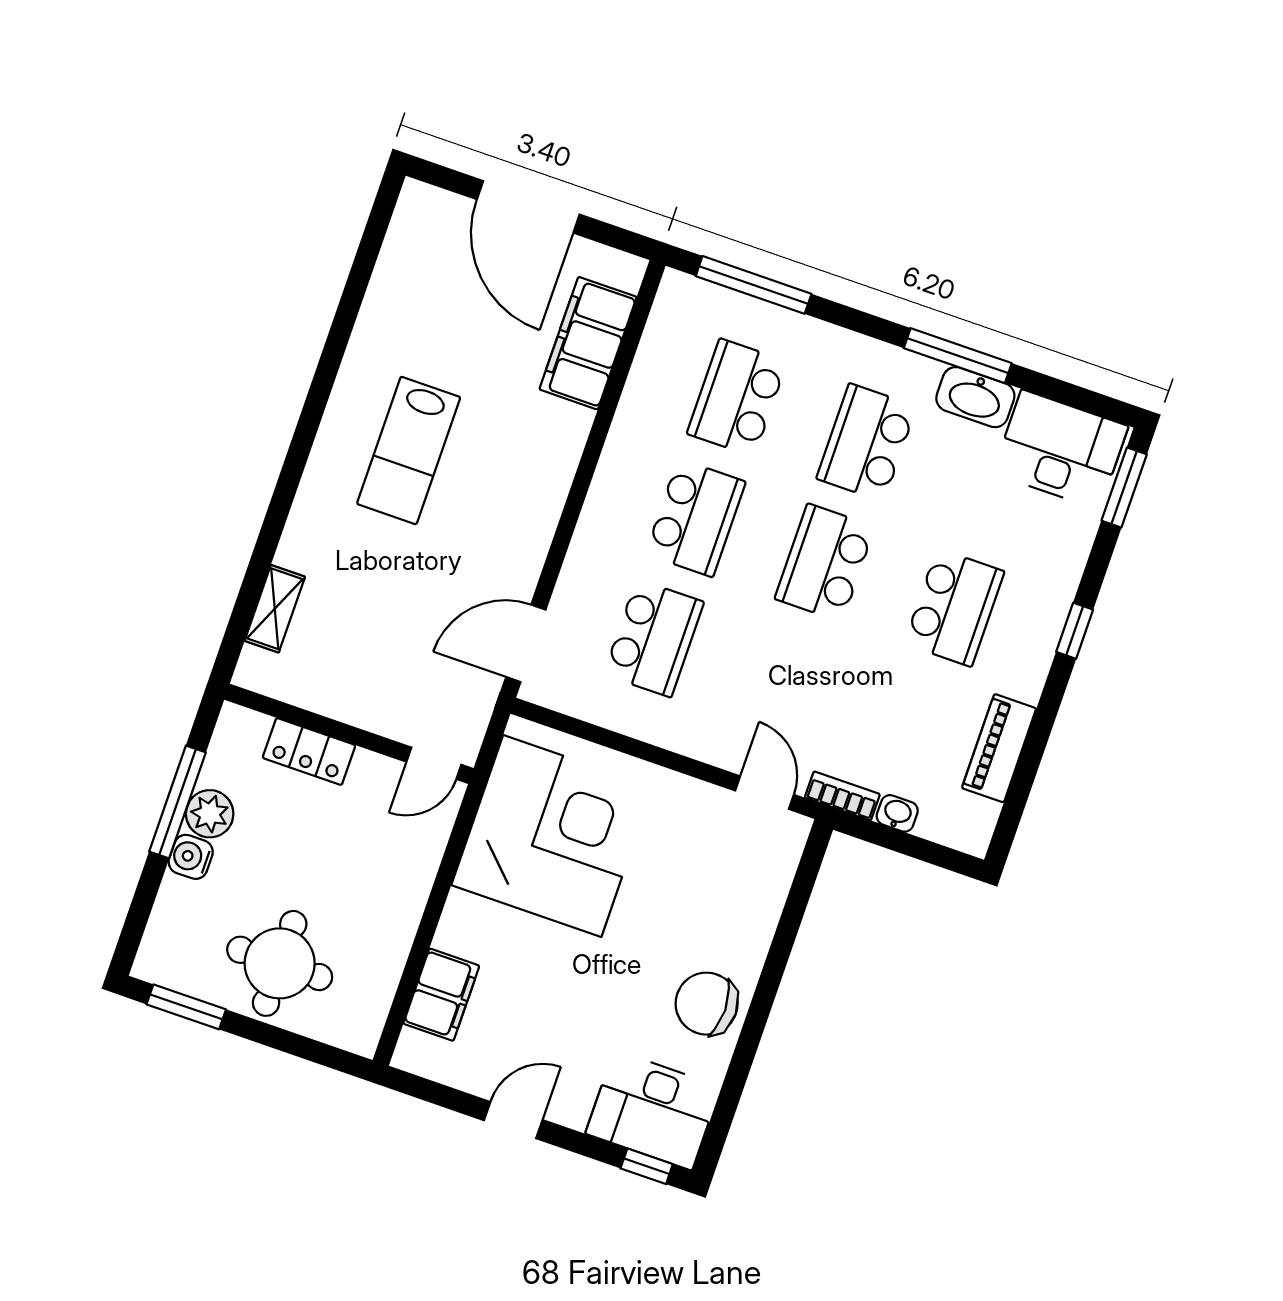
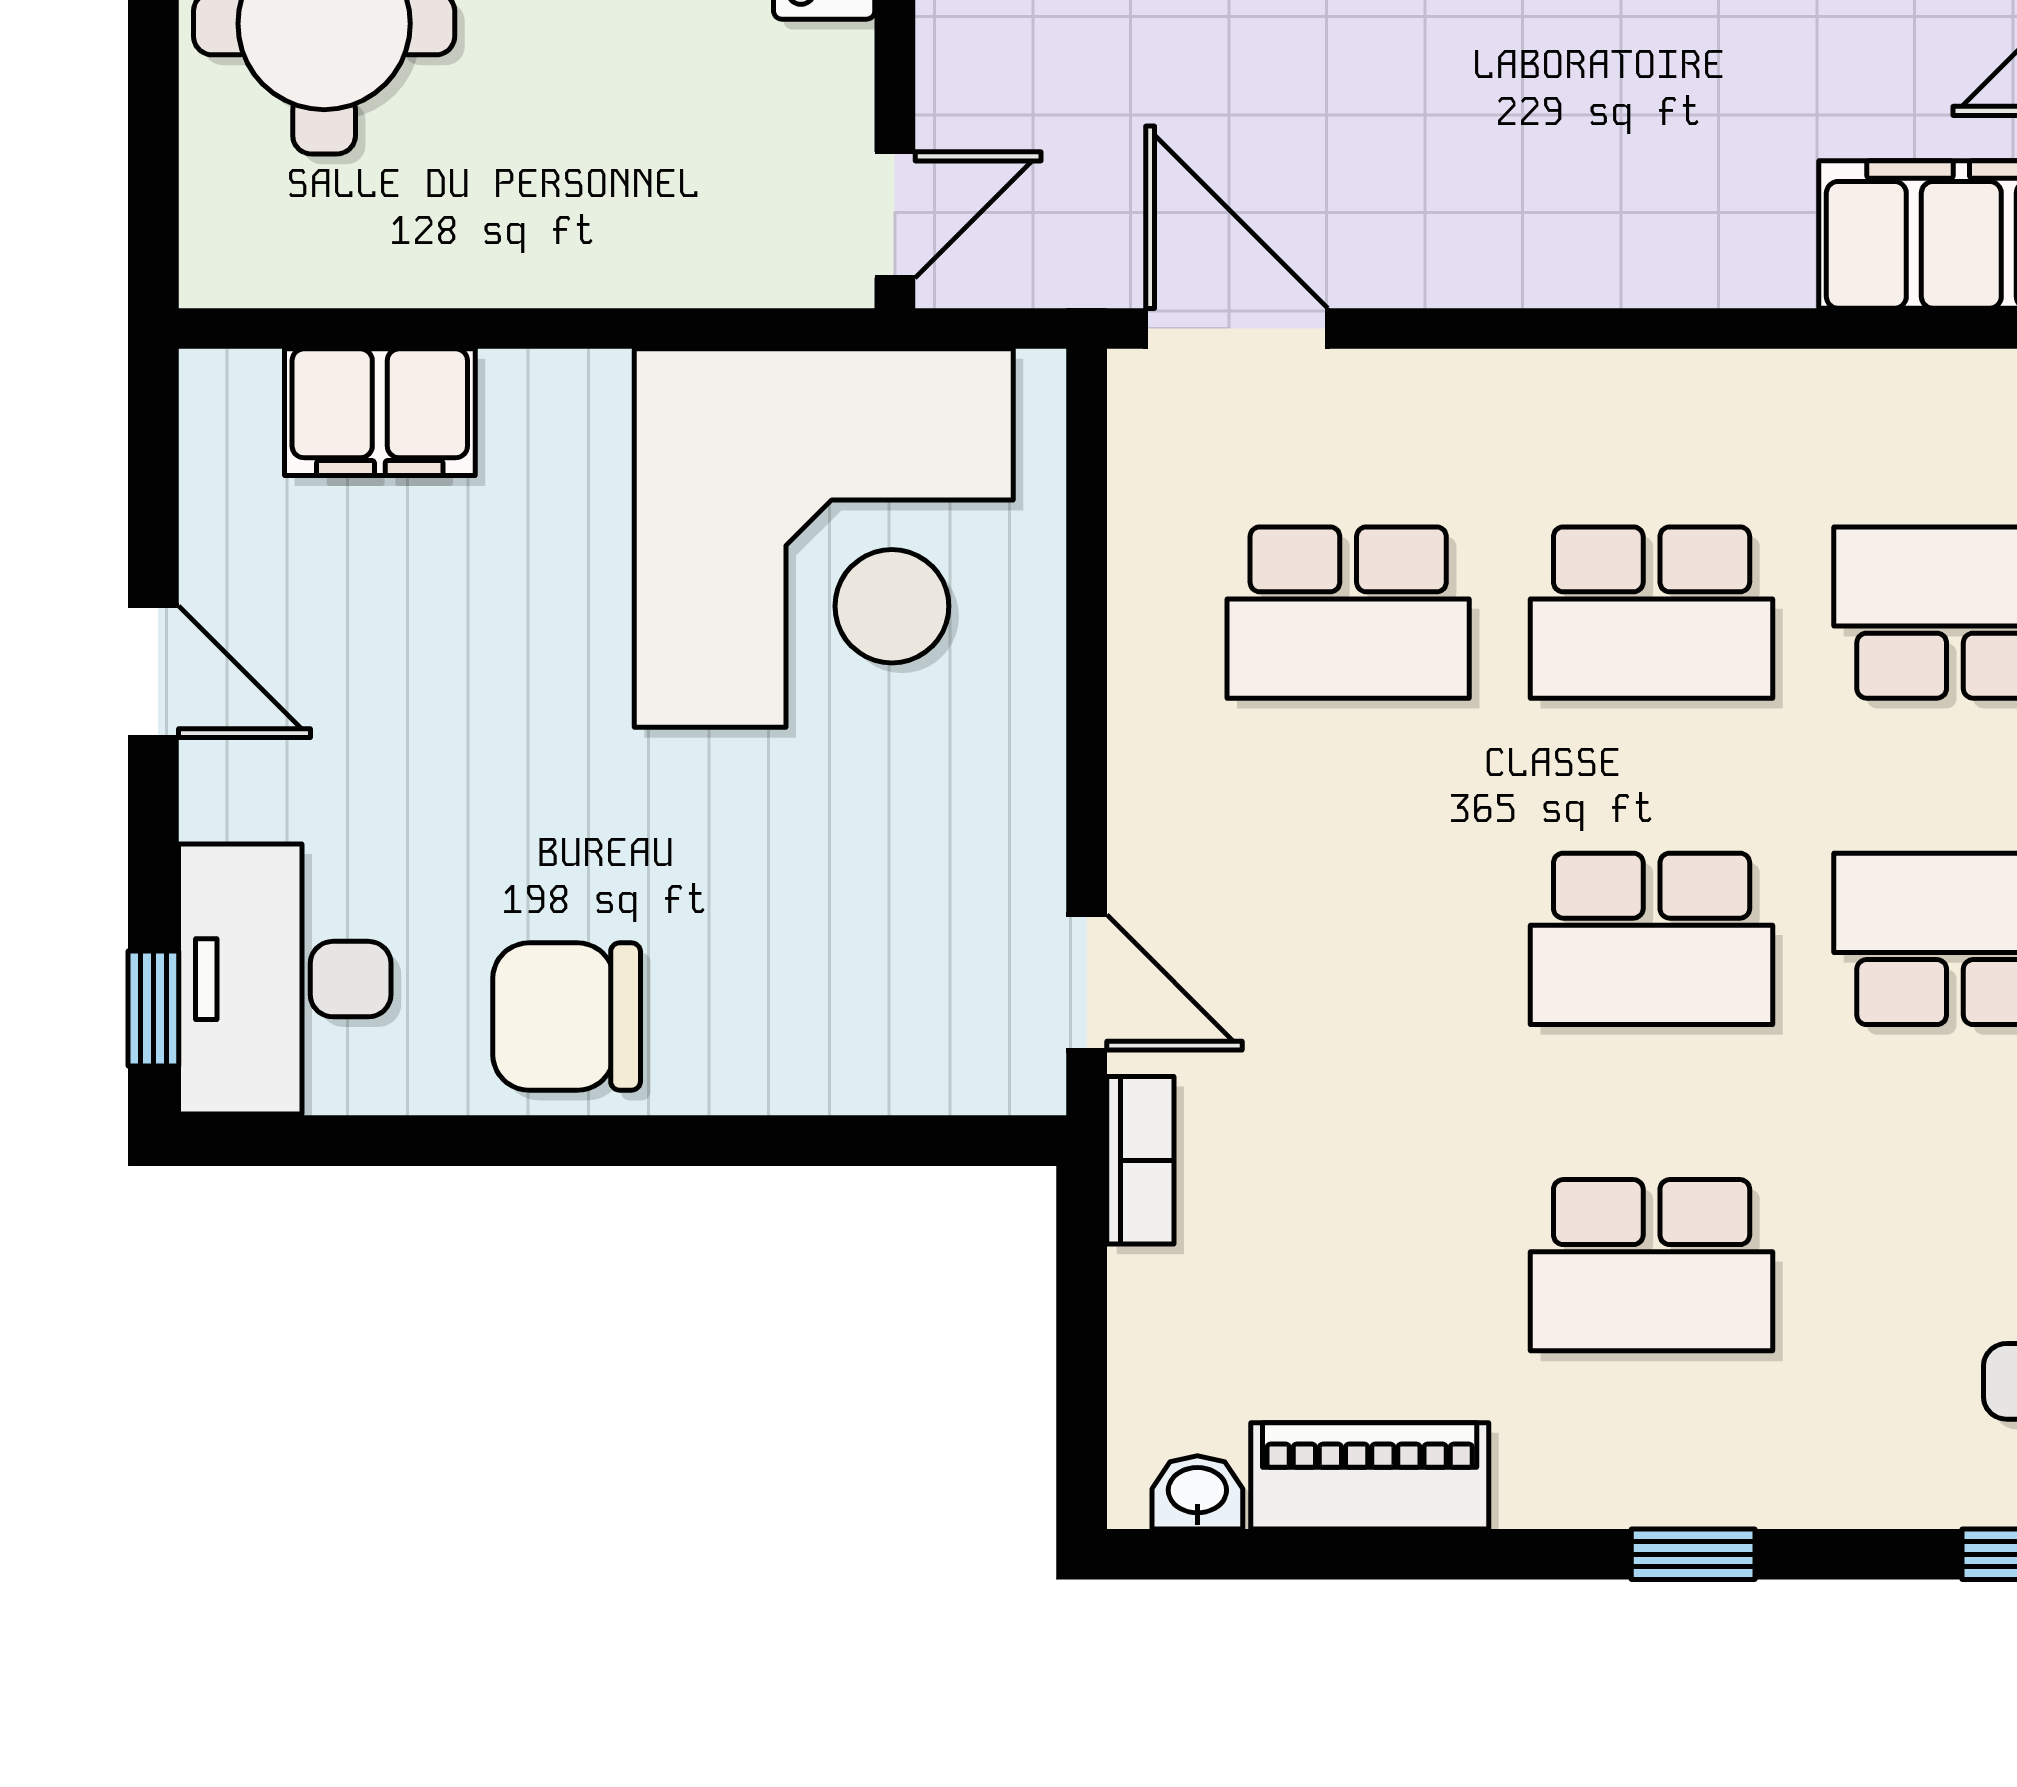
school desk: (825, 563) -> (1652, 939), turned 180
door: (434, 763) -> (895, 215), swing flipped
door: (765, 793) -> (1087, 982), hinge flipped
washbasin: (897, 813) -> (1197, 1492), moved, turned -90
chair: (707, 1004) -> (567, 1017), turned -90

